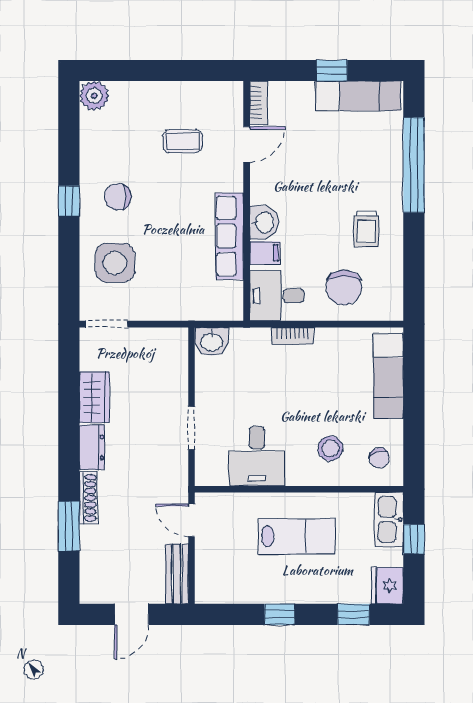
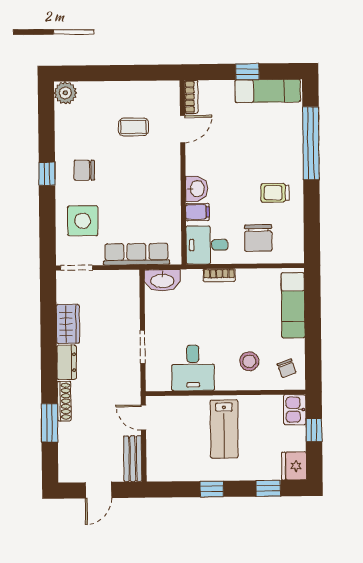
trolley: (366, 229) -> (275, 193), turned 90
row of seats: (230, 236) -> (136, 254), moved, turned 90
washbasin: (212, 342) -> (162, 280), width x1.38
kitchen sink: (389, 519) -> (295, 410), width x0.73
lab bench: (297, 536) -> (224, 429), turned 90

